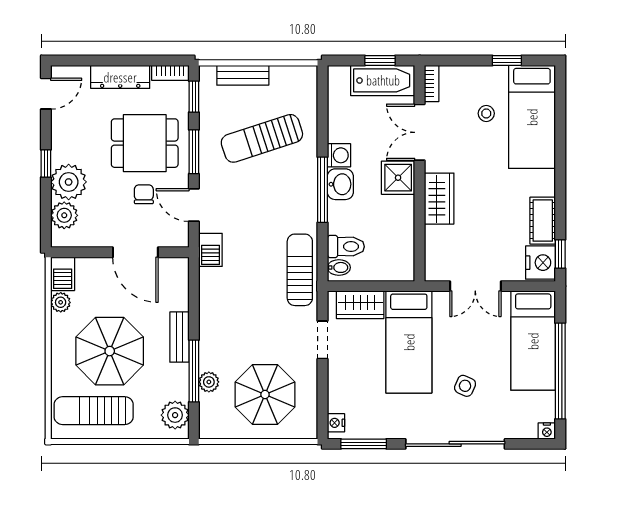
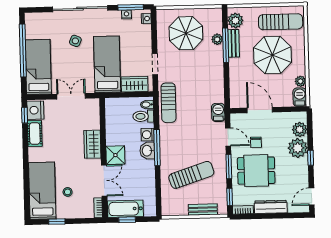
washing machine: (339, 155) -> (148, 135), moved
bench: (179, 337) -> (234, 43), moved
nightstand: (547, 431) -> (126, 15), moved

